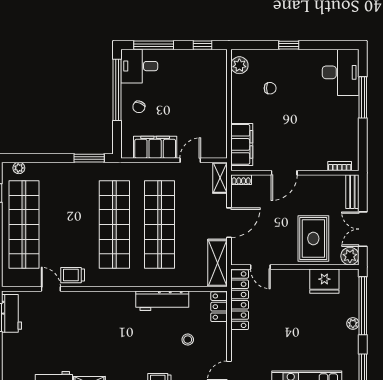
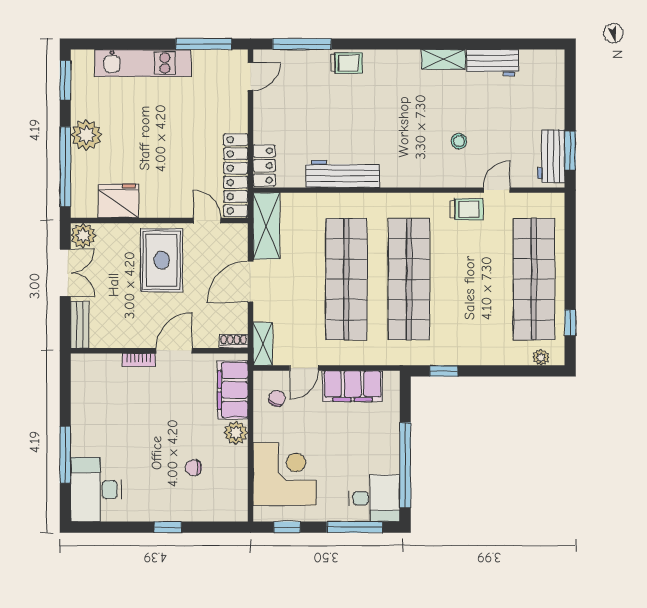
plant: (239, 65) -> (236, 433), moved
corner desk: (204, 84) -> (285, 474), added
chair: (139, 107) -> (277, 398), moved
window: (89, 158) -> (444, 371), width x0.67
bookcase: (340, 166) -> (139, 360), moved
rug: (313, 238) -> (162, 260), moved
door: (51, 289) -> (497, 190), swing flipped
plant: (353, 323) -> (86, 135), width x1.87, depth x1.87
stool: (188, 340) -> (459, 141), moved

